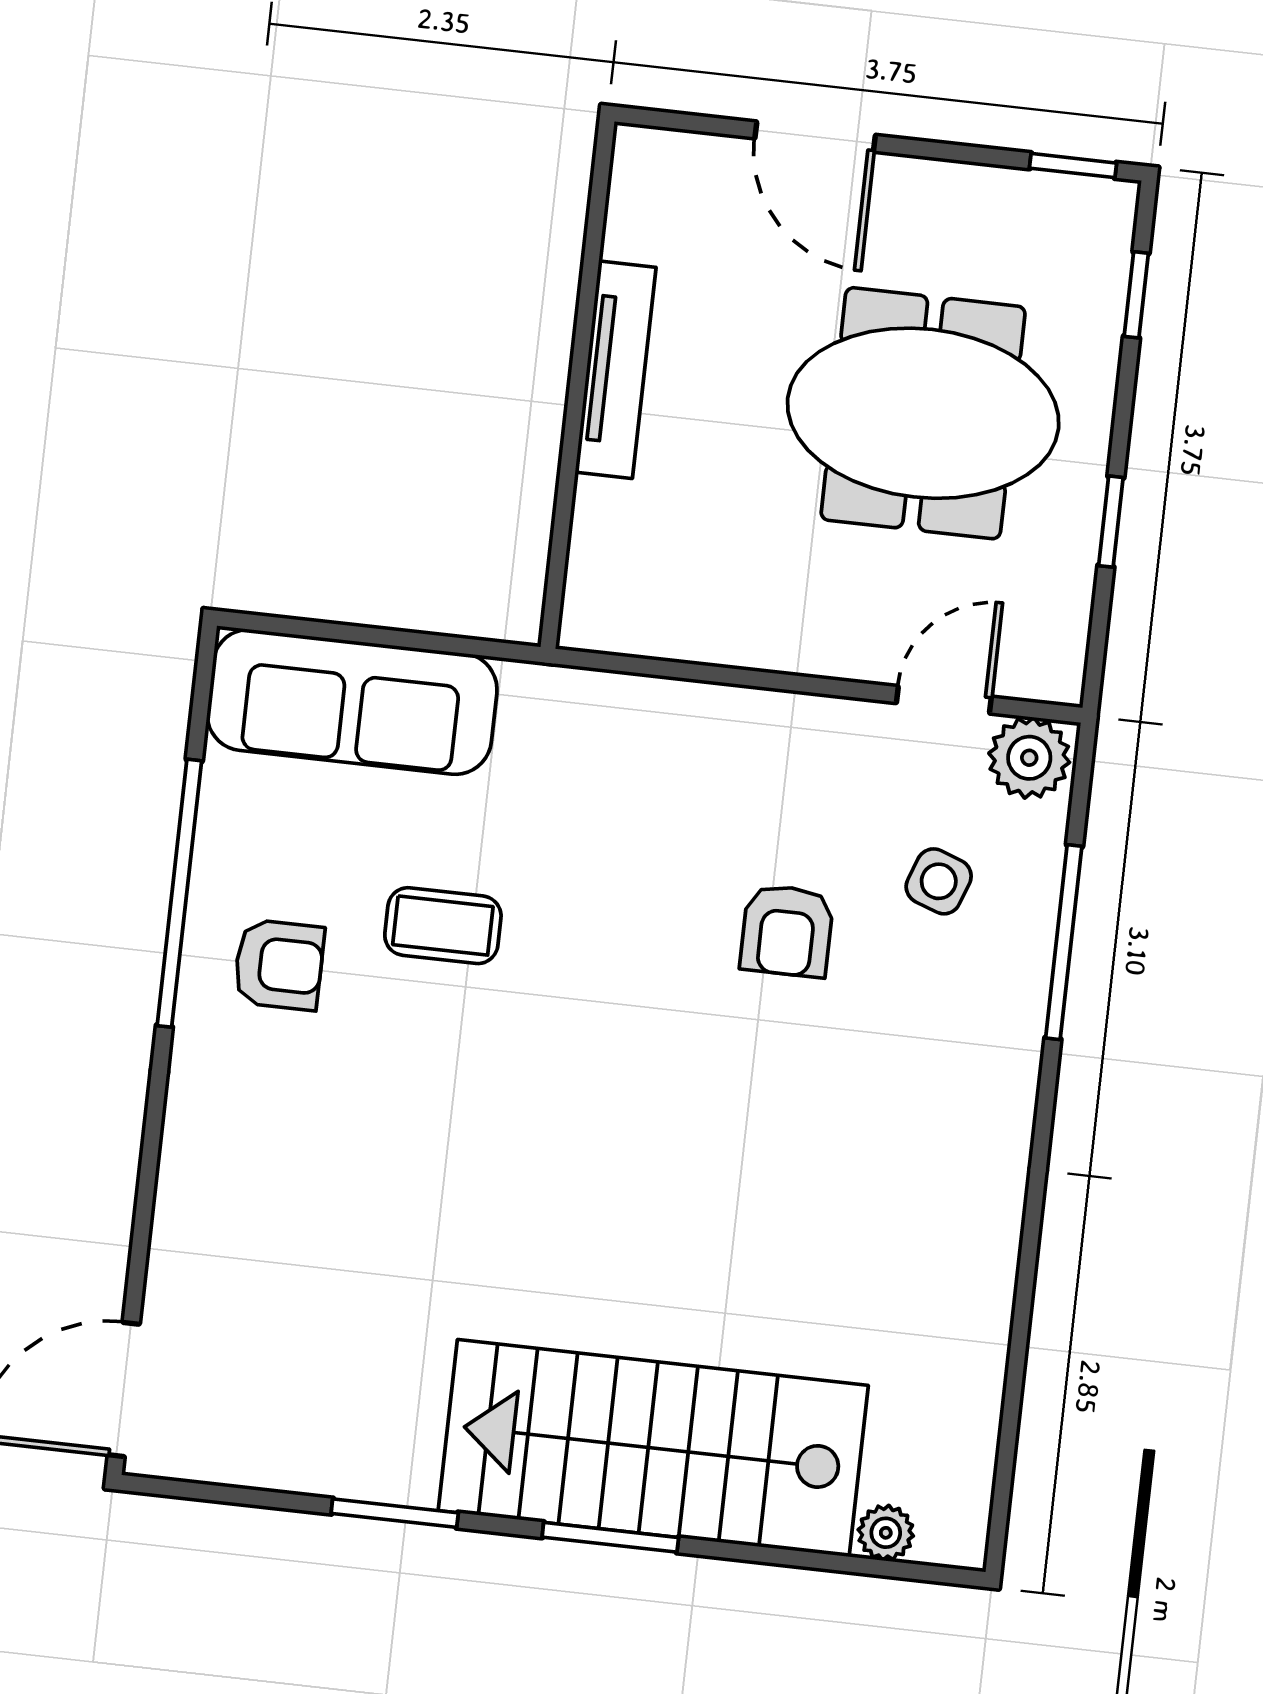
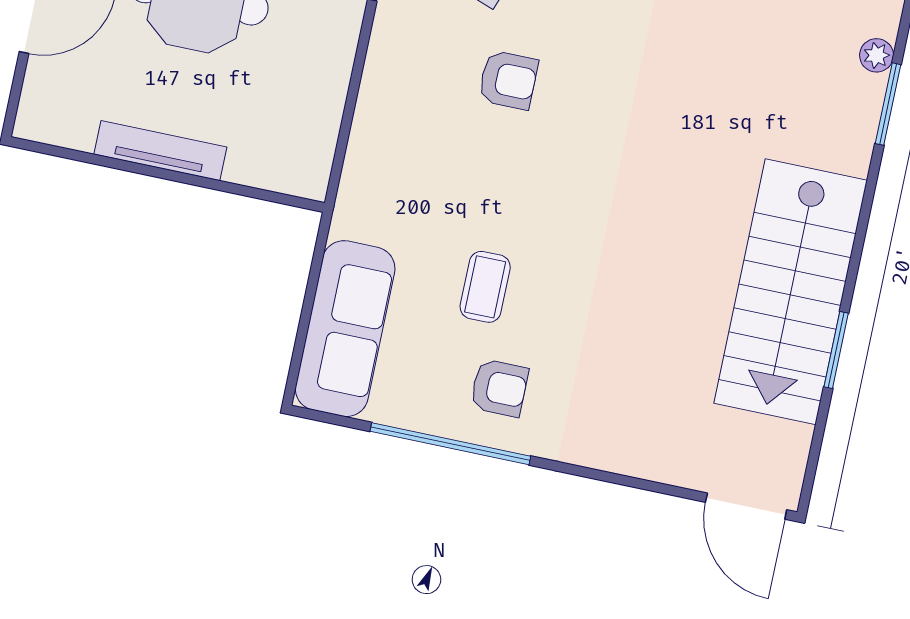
armchair: (279, 965) -> (499, 388), turned 90
stairs: (653, 1448) -> (791, 292), moved
window: (610, 1537) -> (888, 104), moved

